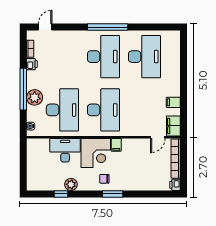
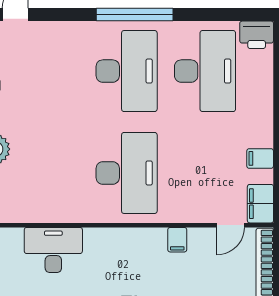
printer: (171, 38) -> (257, 35), added
desk: (62, 110) -> (48, 173), removed
filing cabinet: (116, 145) -> (177, 240), moved
corner desk: (96, 153) -> (112, 255), removed

